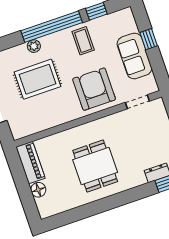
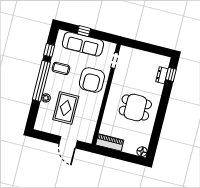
sofa: (134, 56) -> (83, 44), width x1.36
armchair: (94, 89) -> (92, 80), turned -90
floor lamp: (38, 190) -> (142, 152), moved

